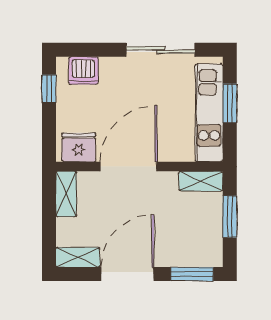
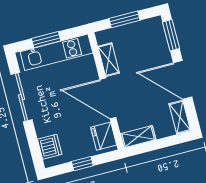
window: (49, 89) -> (82, 164), moved
shelving: (201, 181) -> (109, 60), moved

